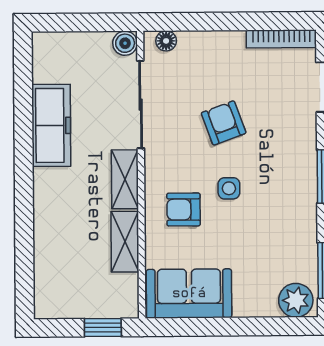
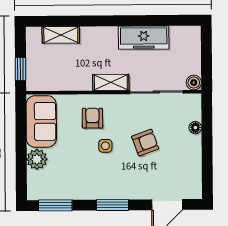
bookcase: (281, 39) -> (196, 178), removed
floor lamp: (166, 41) -> (195, 128), moved
shelving: (125, 242) -> (61, 35), moved
plant: (296, 300) -> (37, 159), moved

